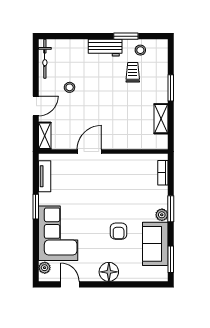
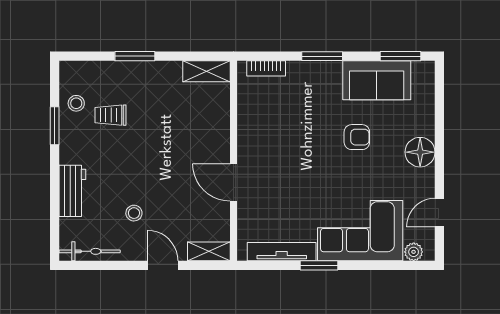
workbench: (105, 48) -> (72, 191), moved
shelving: (161, 119) -> (207, 71), moved
tv unit: (45, 176) -> (282, 252), width x1.41
plant: (162, 215) -> (332, 70), removed

